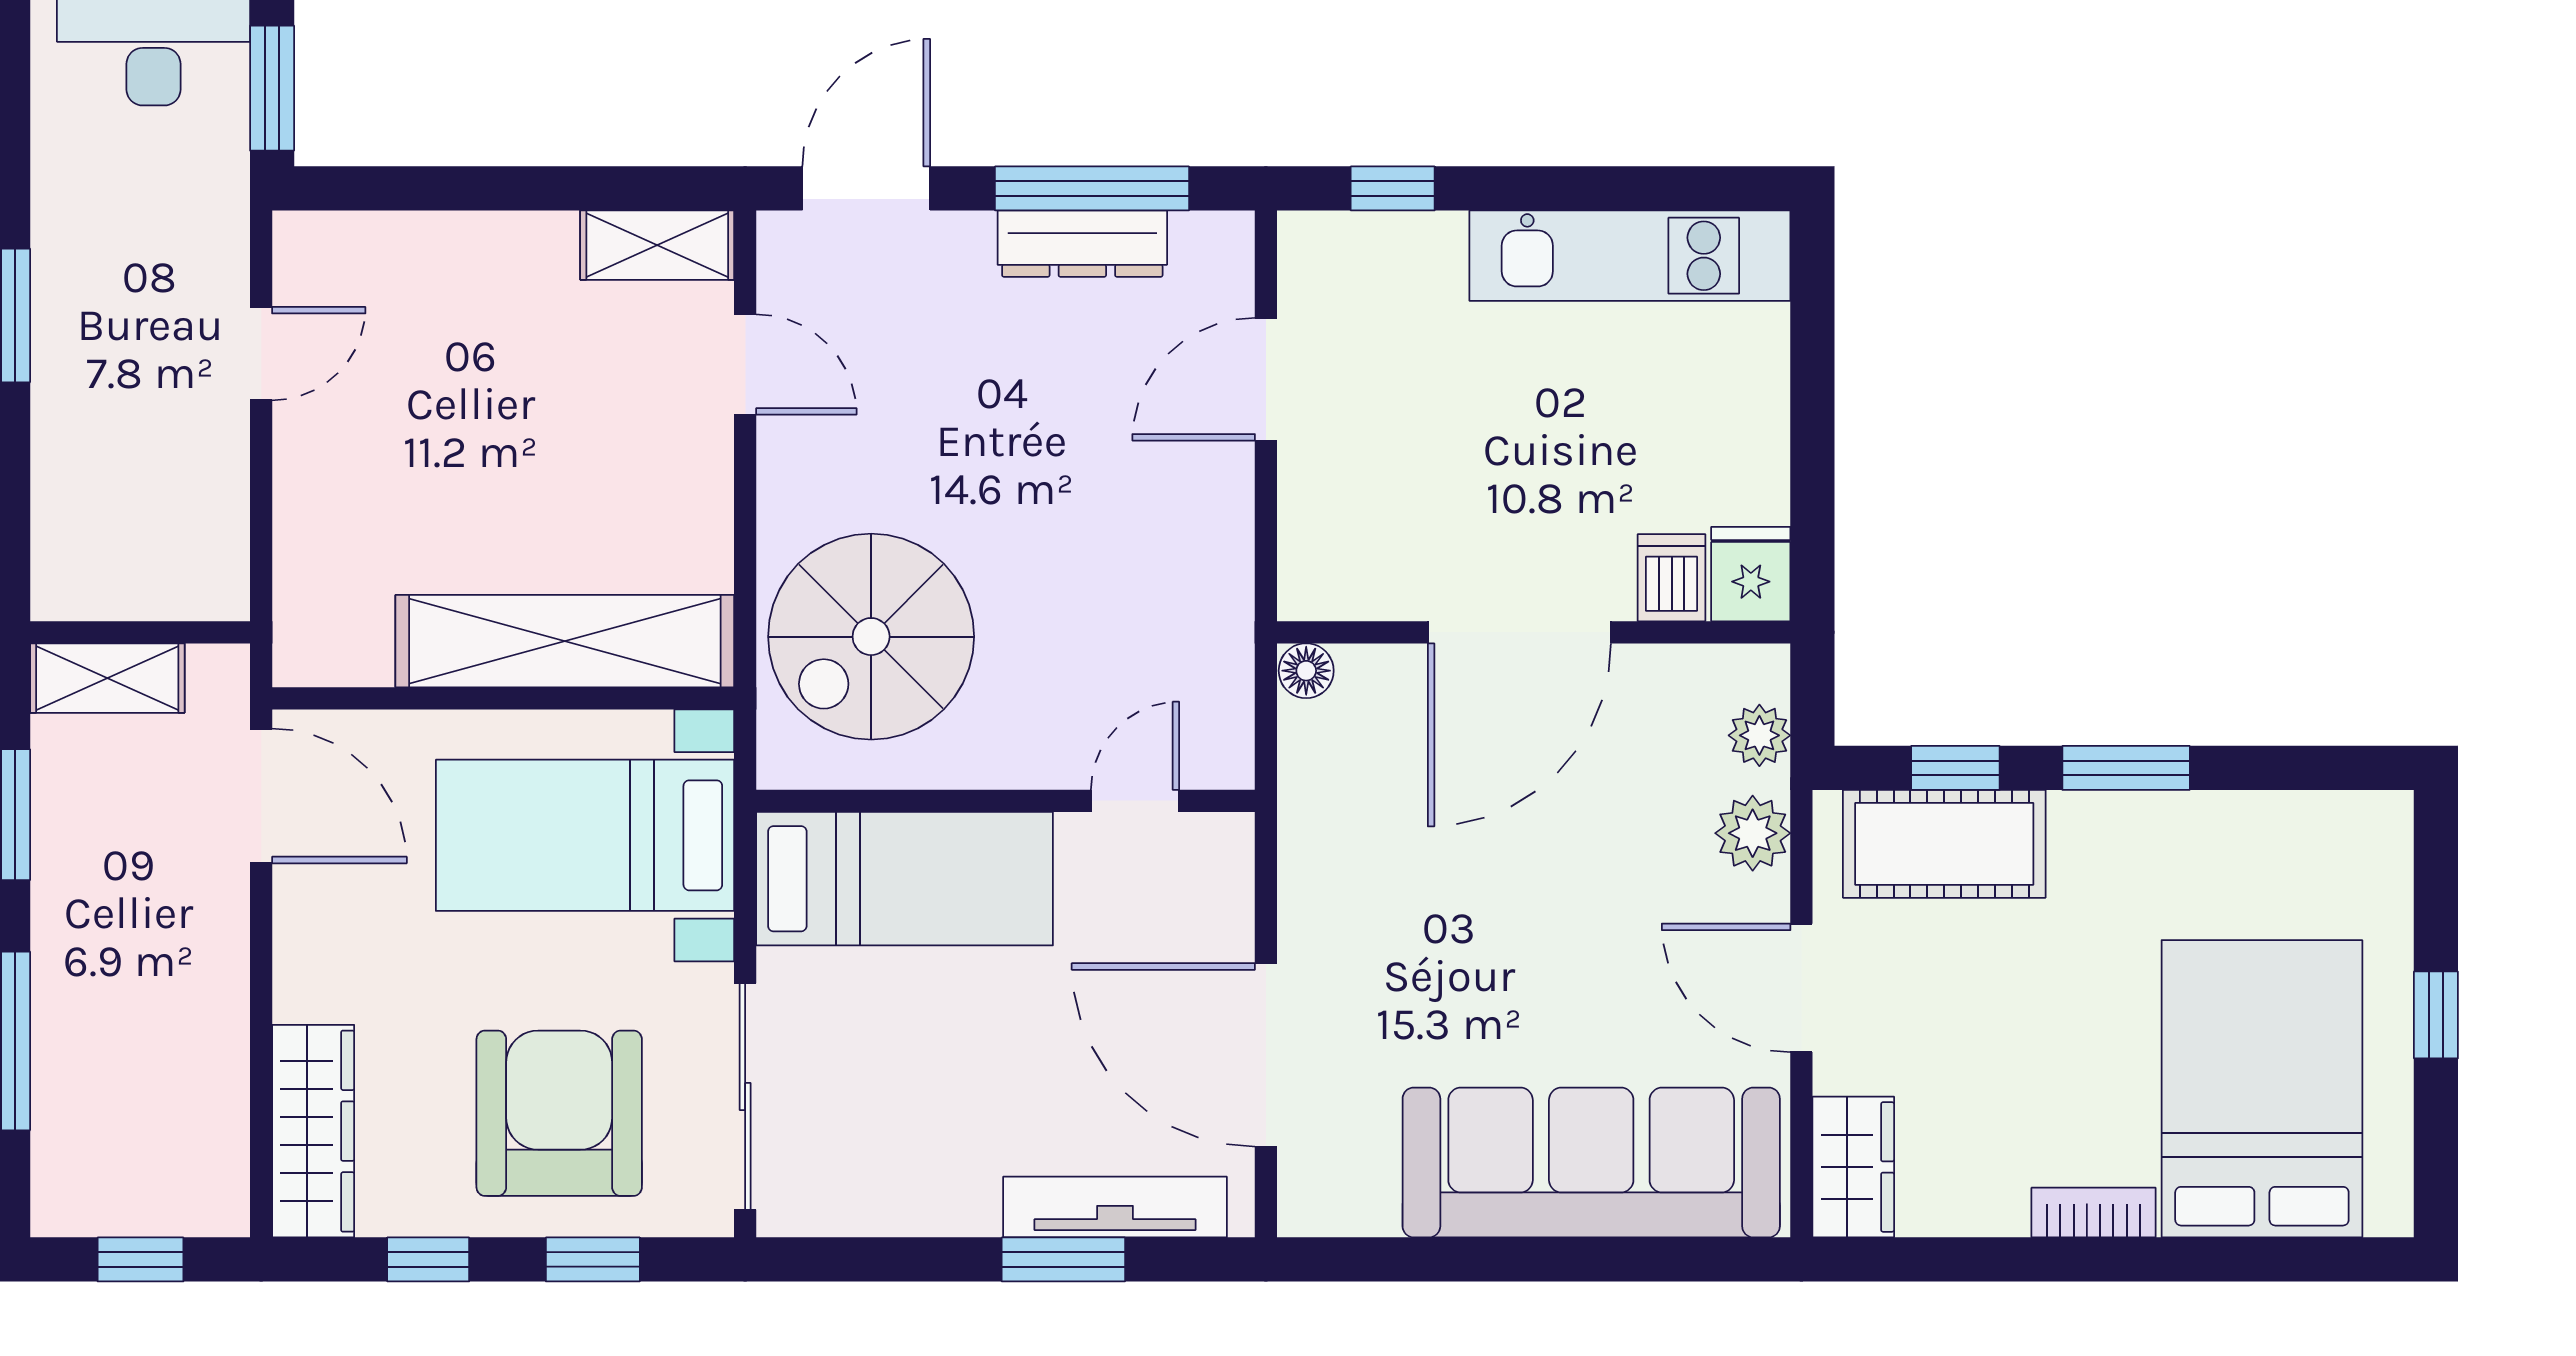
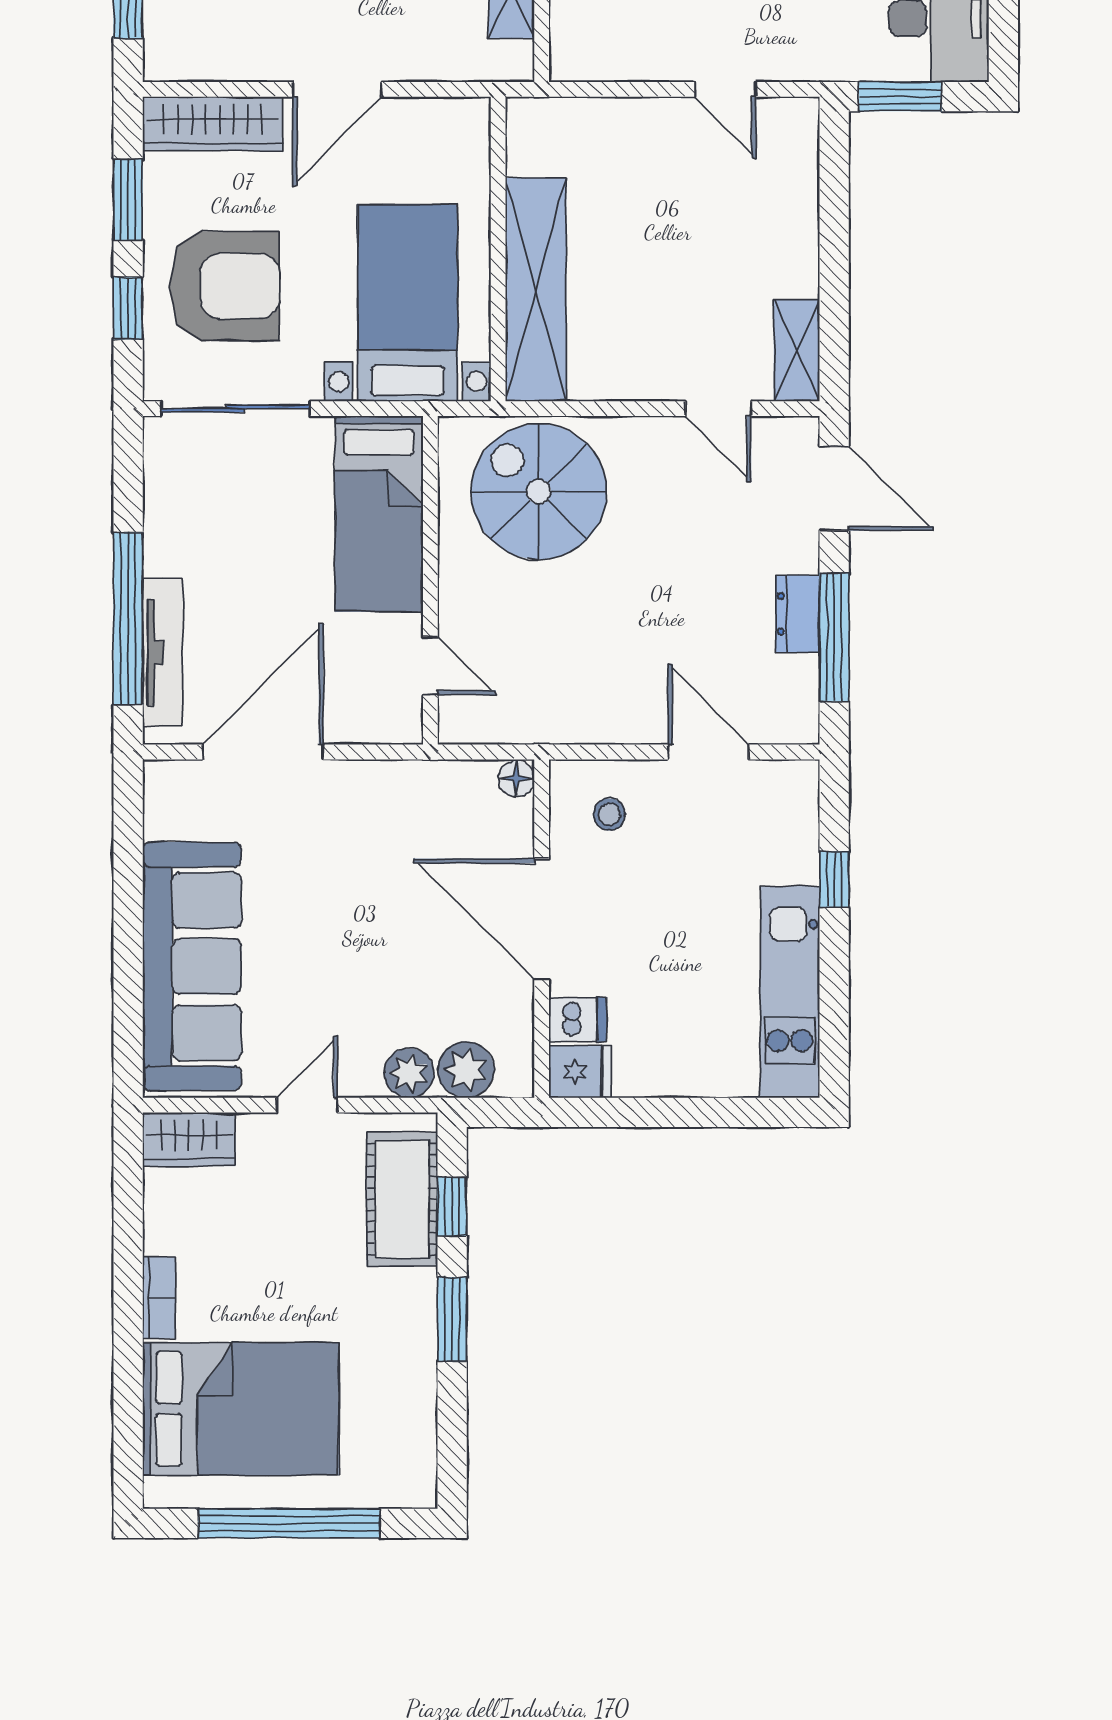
window: (1393, 188) -> (834, 879), moved
dresser: (1082, 244) -> (798, 614), width x0.70
door: (745, 364) -> (718, 409), hinge flipped
stool: (1361, 529) -> (609, 814), added
plant: (1759, 735) -> (466, 1070), width x1.38, depth x1.38
door: (261, 796) -> (337, 89), moved
door: (1801, 988) -> (307, 1105), width x0.73
window: (2436, 1015) -> (289, 1523), width x3.17
window: (428, 1259) -> (128, 200), width x1.50
window: (1063, 1259) -> (128, 618), width x2.11

